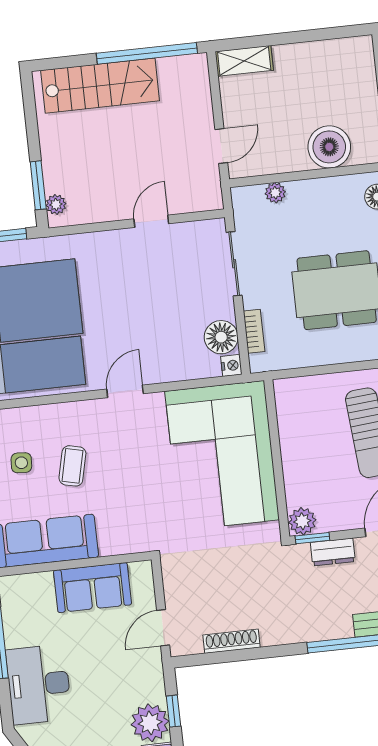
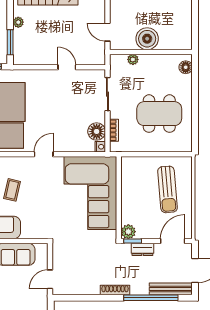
door: (221, 146) -> (107, 32), swing flipped
boiler: (329, 147) -> (147, 39), moved
plant: (56, 204) -> (18, 22), moved
door: (151, 221) -> (67, 67), hinge flipped
shoe rack: (231, 641) -> (115, 290), moved

